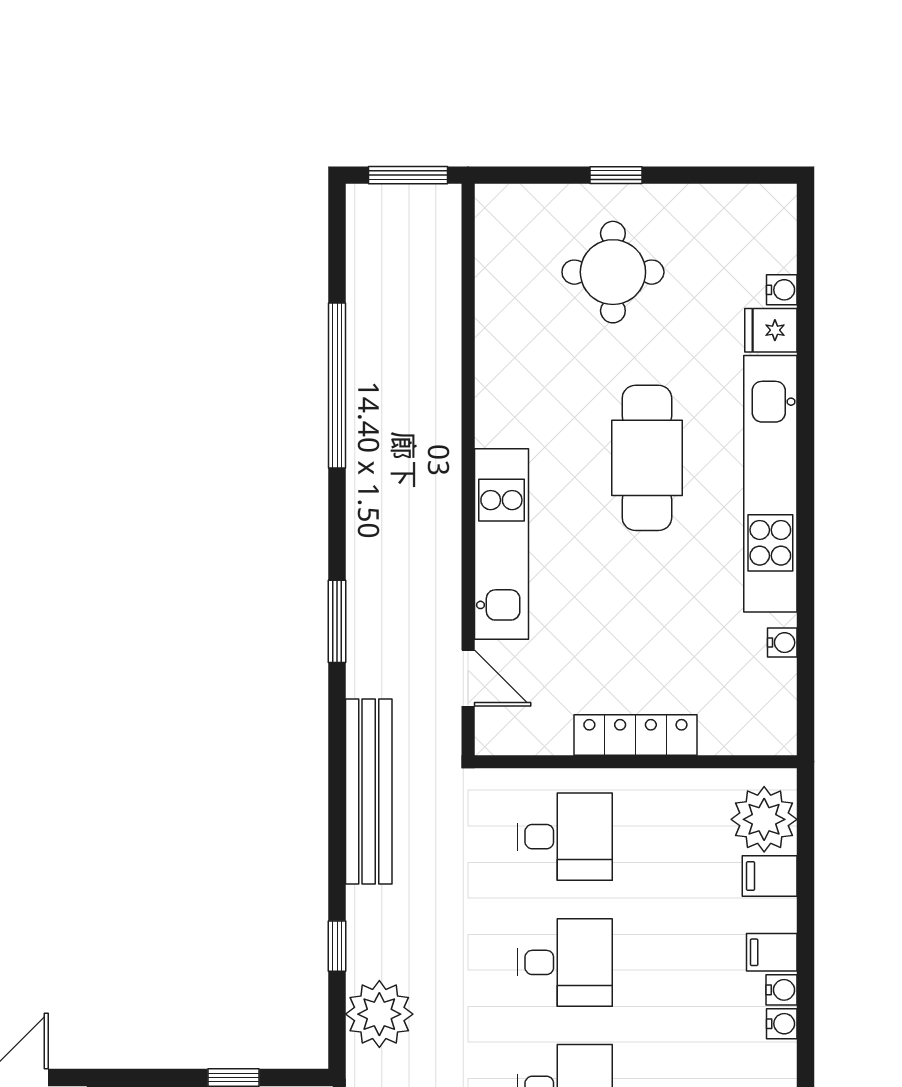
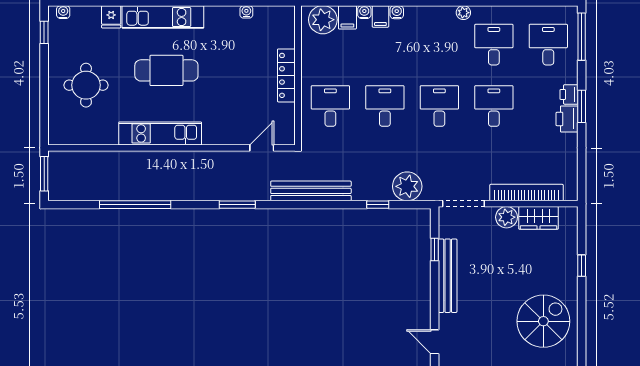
window: (616, 175) -> (44, 32), moved
water cooler: (782, 290) -> (63, 12), moved
kitchen unit: (770, 484) -> (163, 17), width x0.73
kitchen unit: (501, 544) -> (160, 133), moved
water cooler: (782, 1024) -> (364, 12), moved

